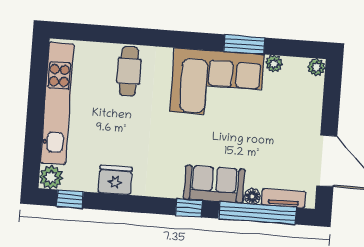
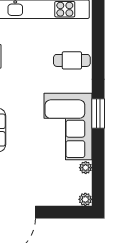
window: (244, 44) -> (98, 114), moved

